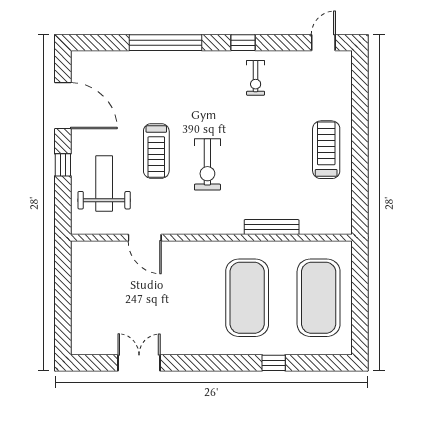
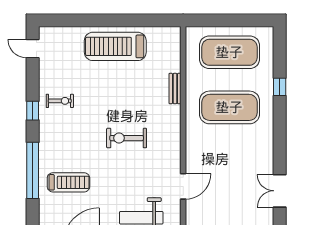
treadmill: (326, 150) -> (115, 46), width x1.37, depth x1.38
treadmill: (156, 151) -> (68, 182), moved
exercise bike: (207, 164) -> (127, 138), turned 180
bench: (272, 227) -> (175, 89), width x0.73

